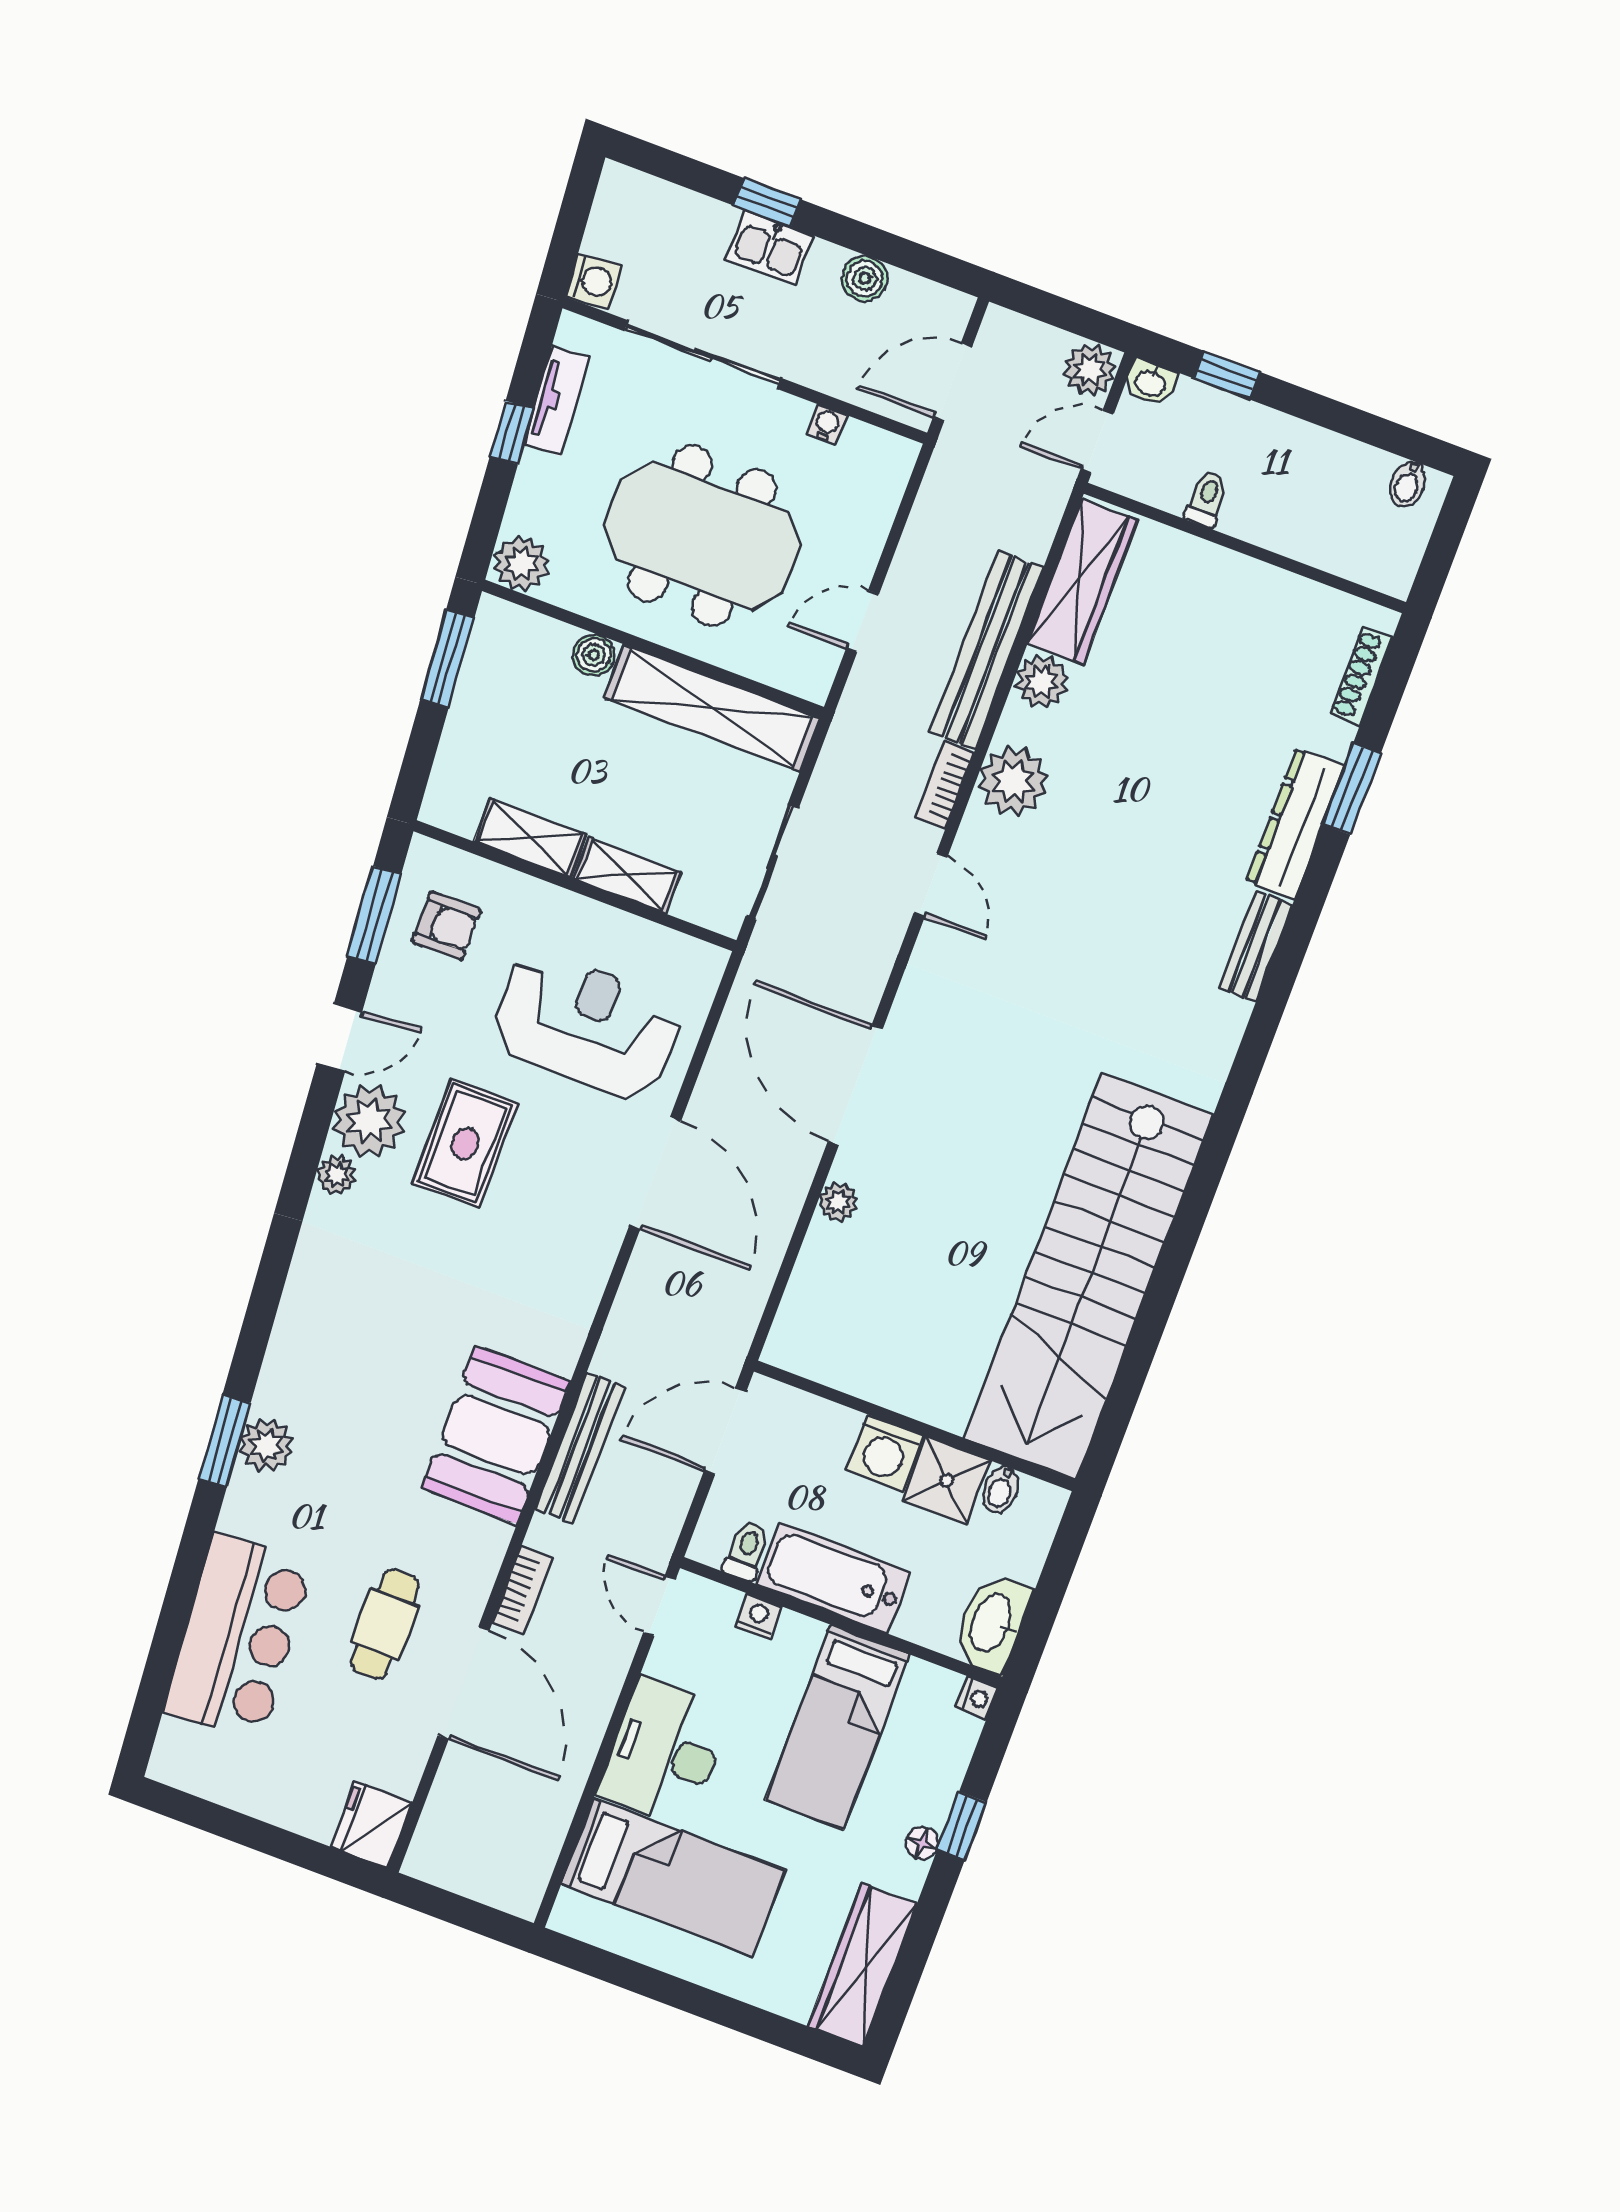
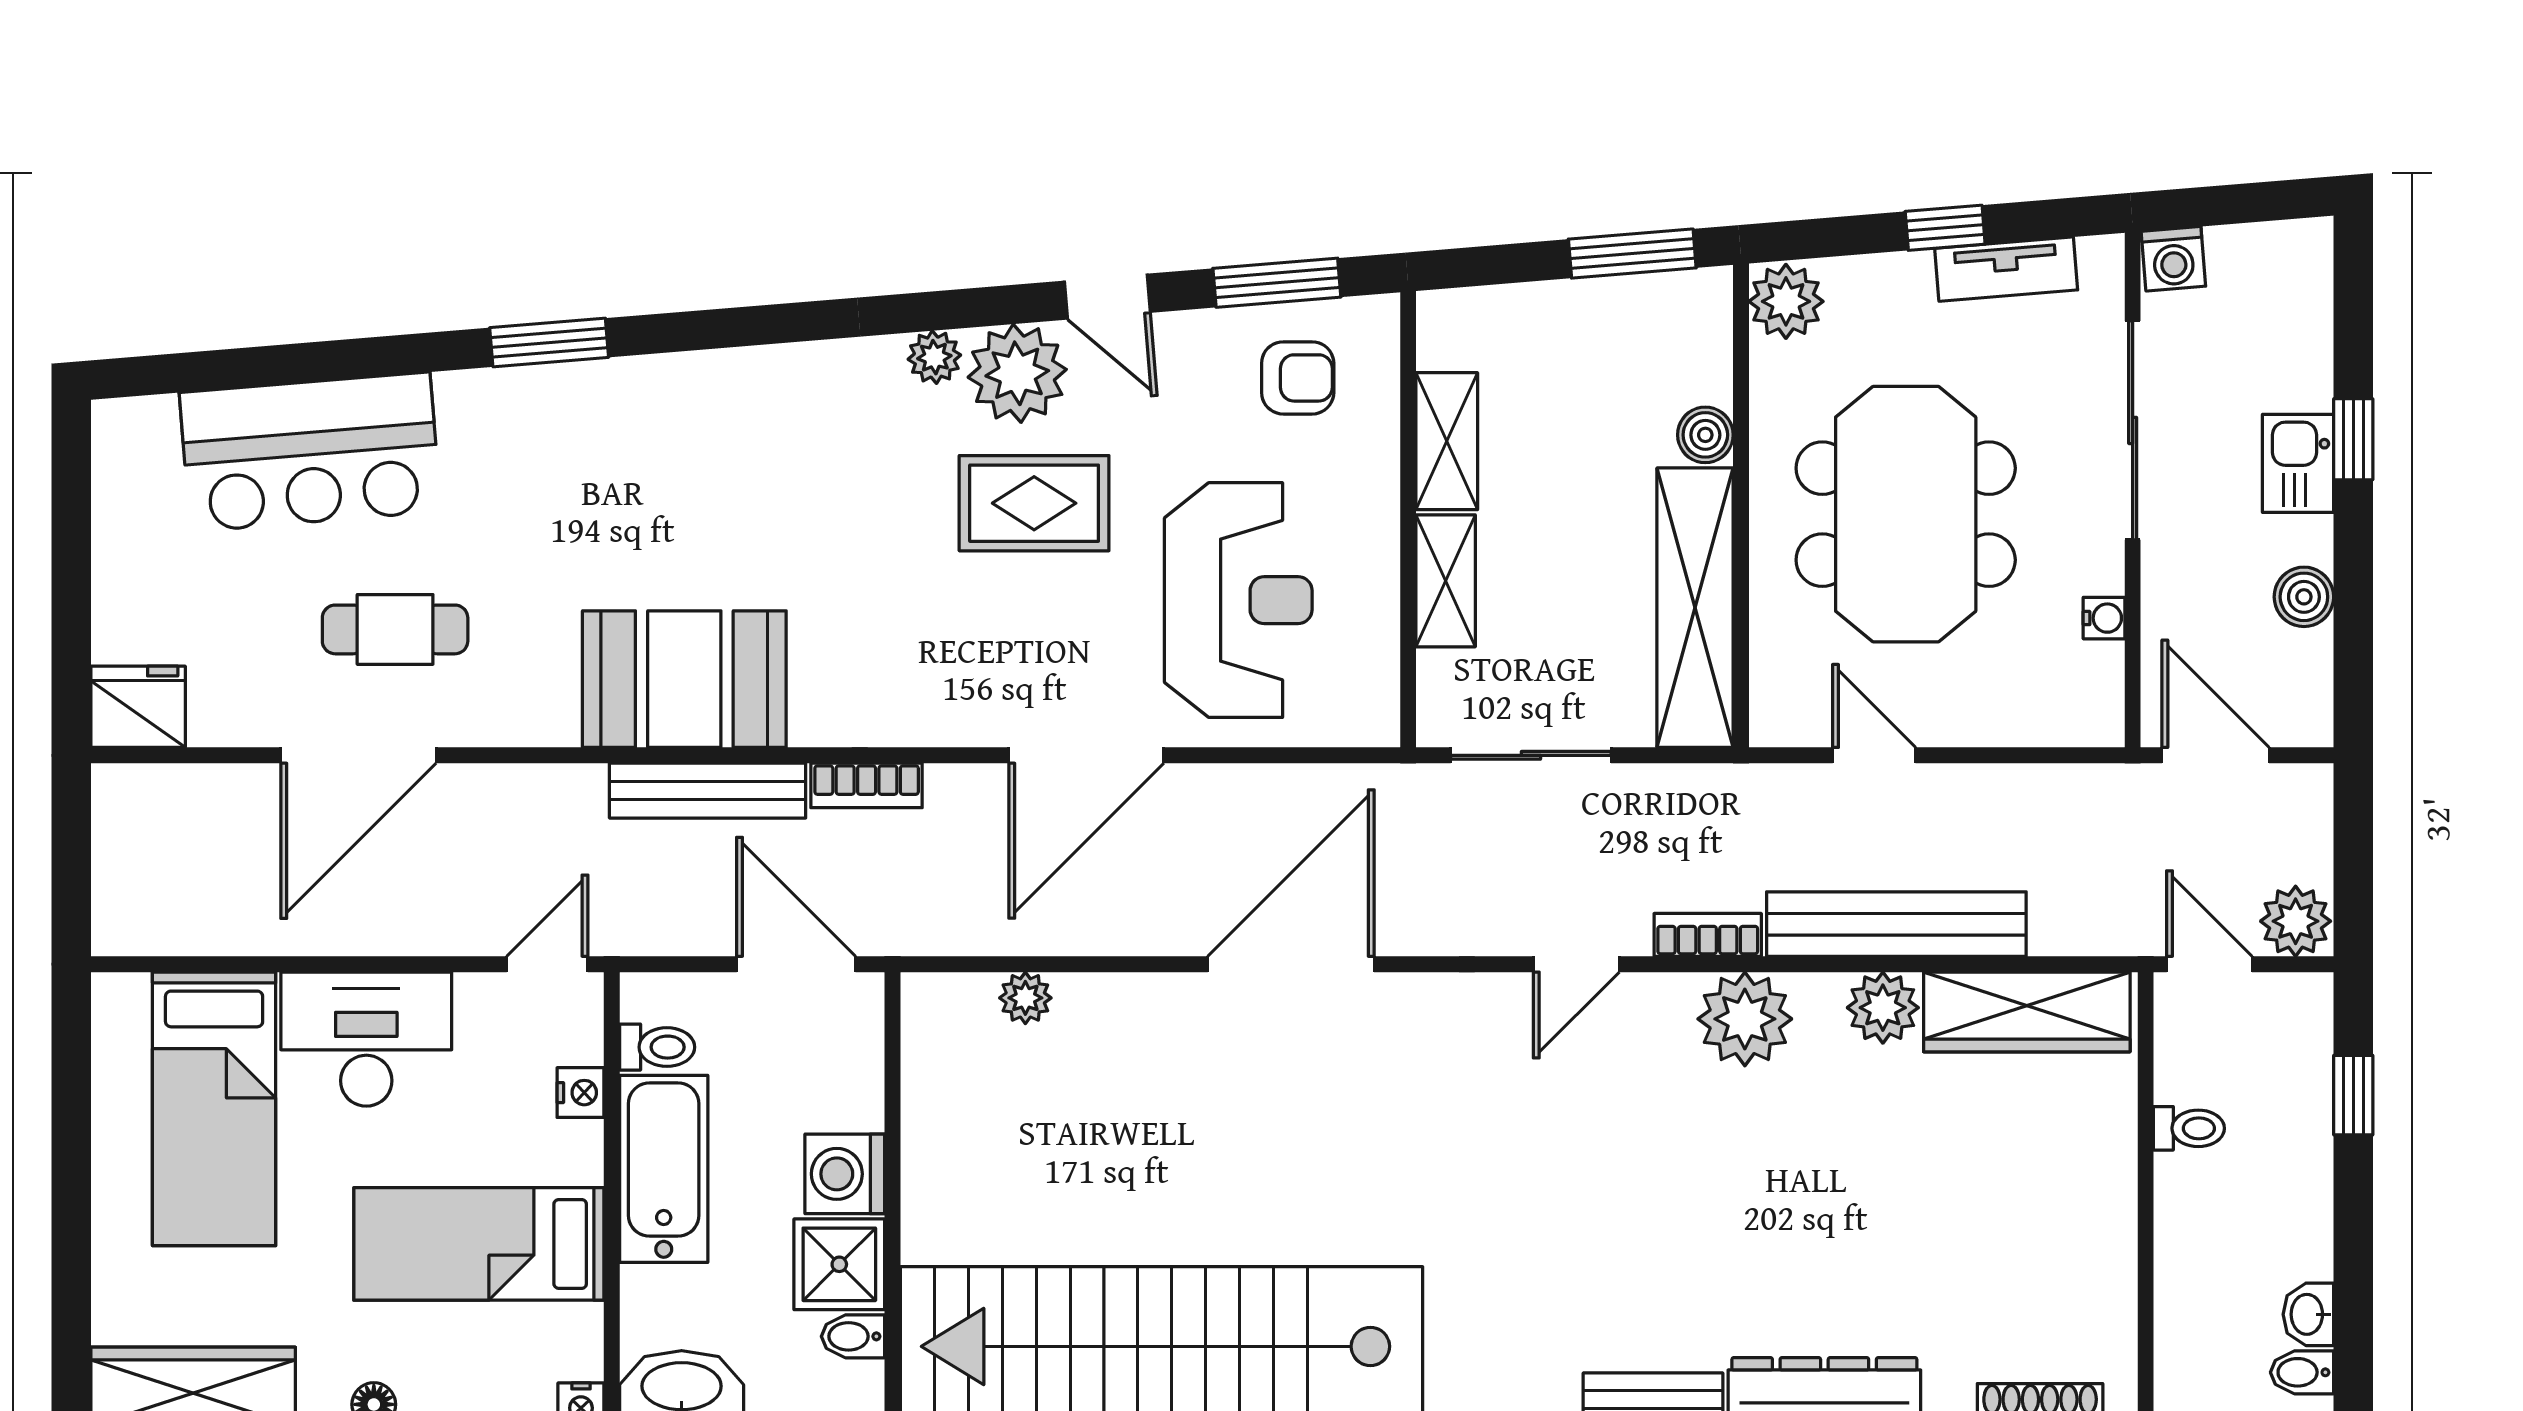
washbasin: (1151, 382) -> (2308, 1314), moved
armchair: (446, 926) -> (1298, 378), turned -90
plant: (838, 1202) -> (1025, 998), moved
plant: (267, 1445) -> (563, 397), removed
bookcase: (523, 1590) -> (867, 785), moved

